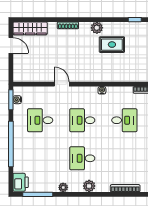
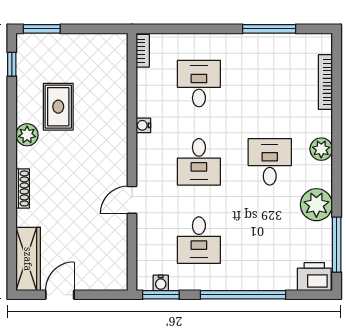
desk: (82, 158) -> (270, 162), turned 180
plant: (63, 187) -> (316, 205), width x1.88, depth x1.88

